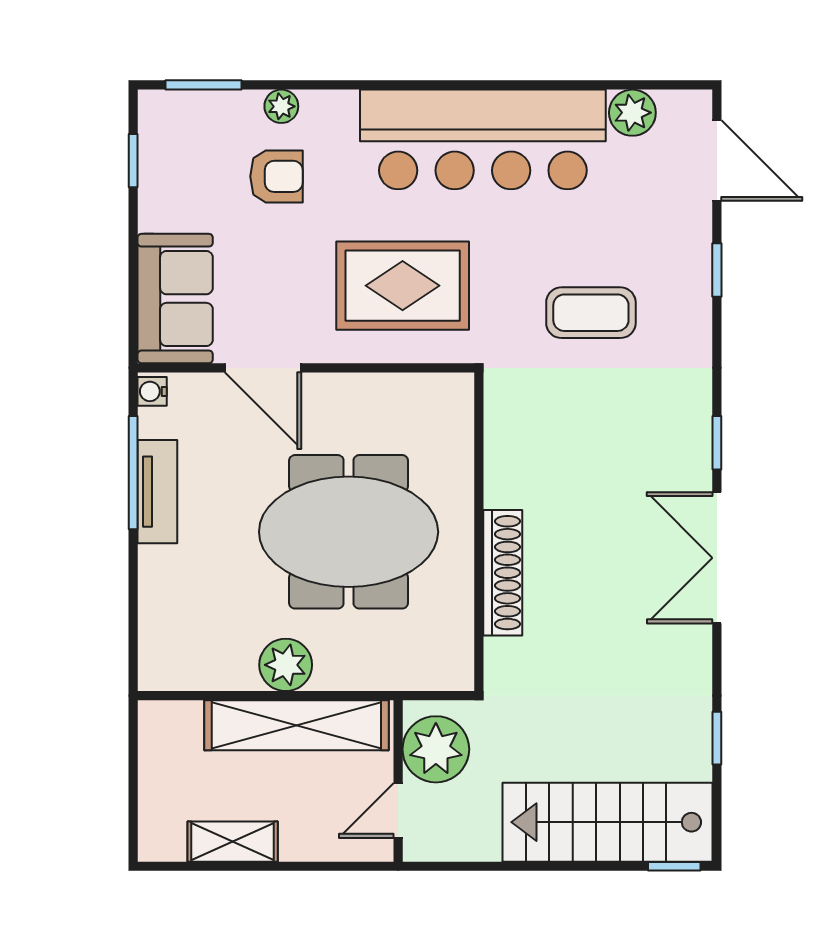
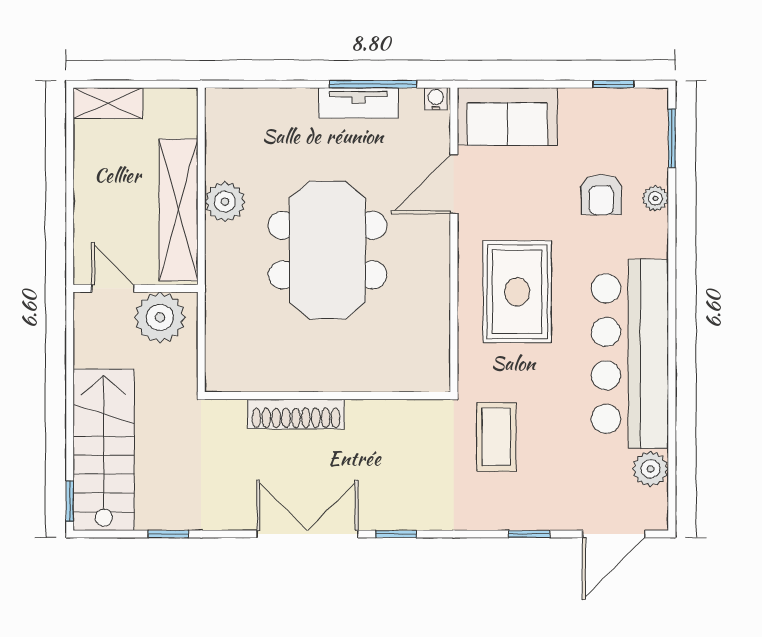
wall: (479, 532) -> (328, 396), moved
shoe rack: (503, 573) -> (296, 414), moved
shelving: (233, 842) -> (108, 103), moved, turned 90

